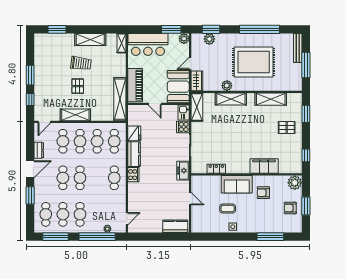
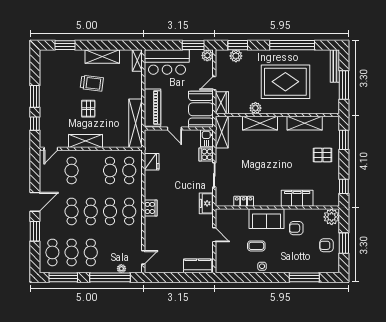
cafe table: (80, 141) -> (110, 211), moved
dresser: (39, 150) -> (45, 181), removed
kitchen counter: (134, 154) -> (151, 185), removed

